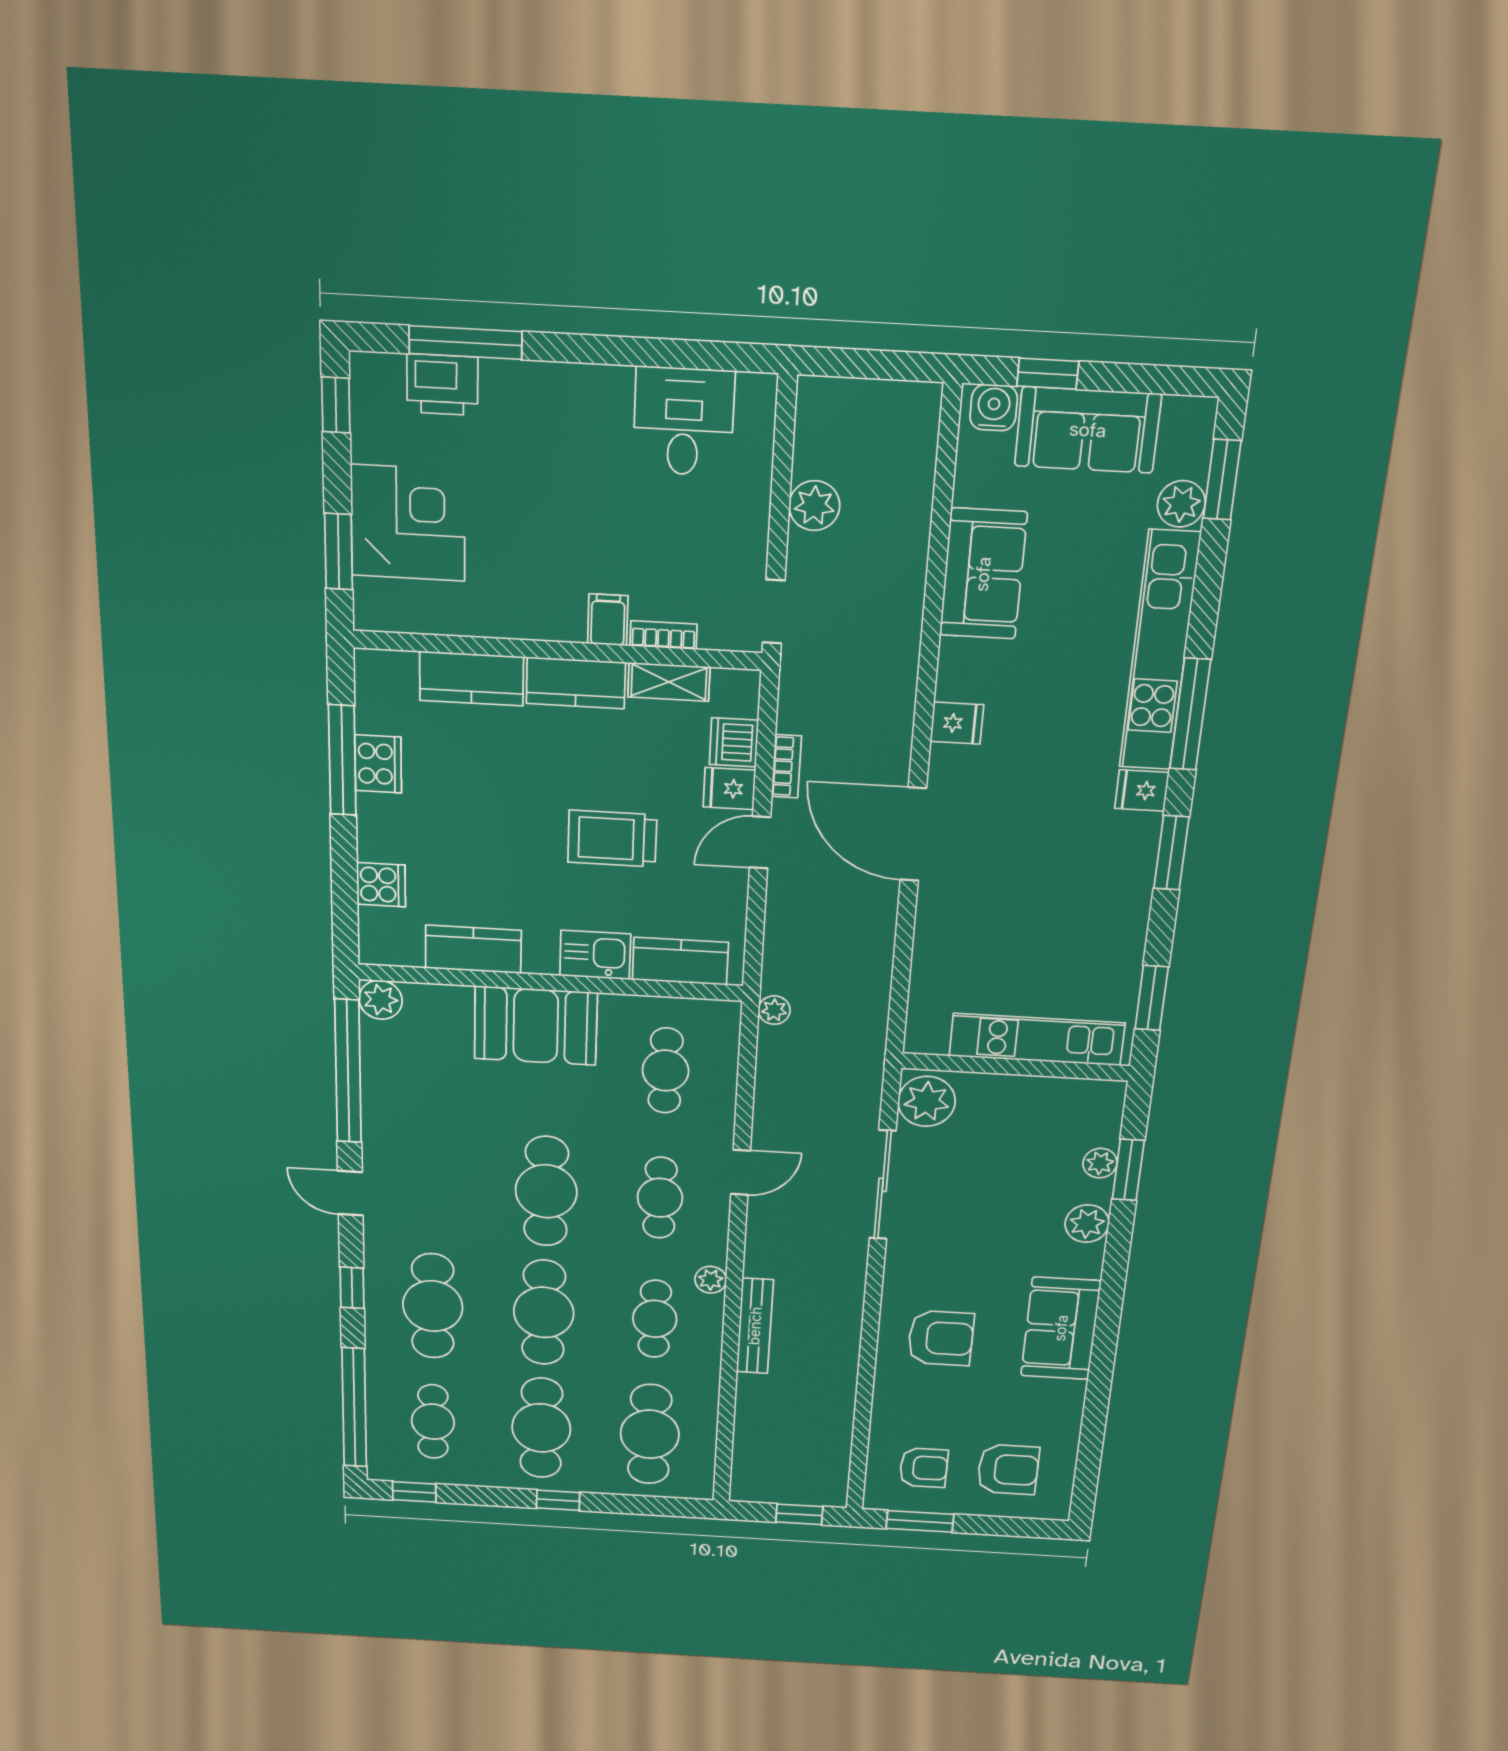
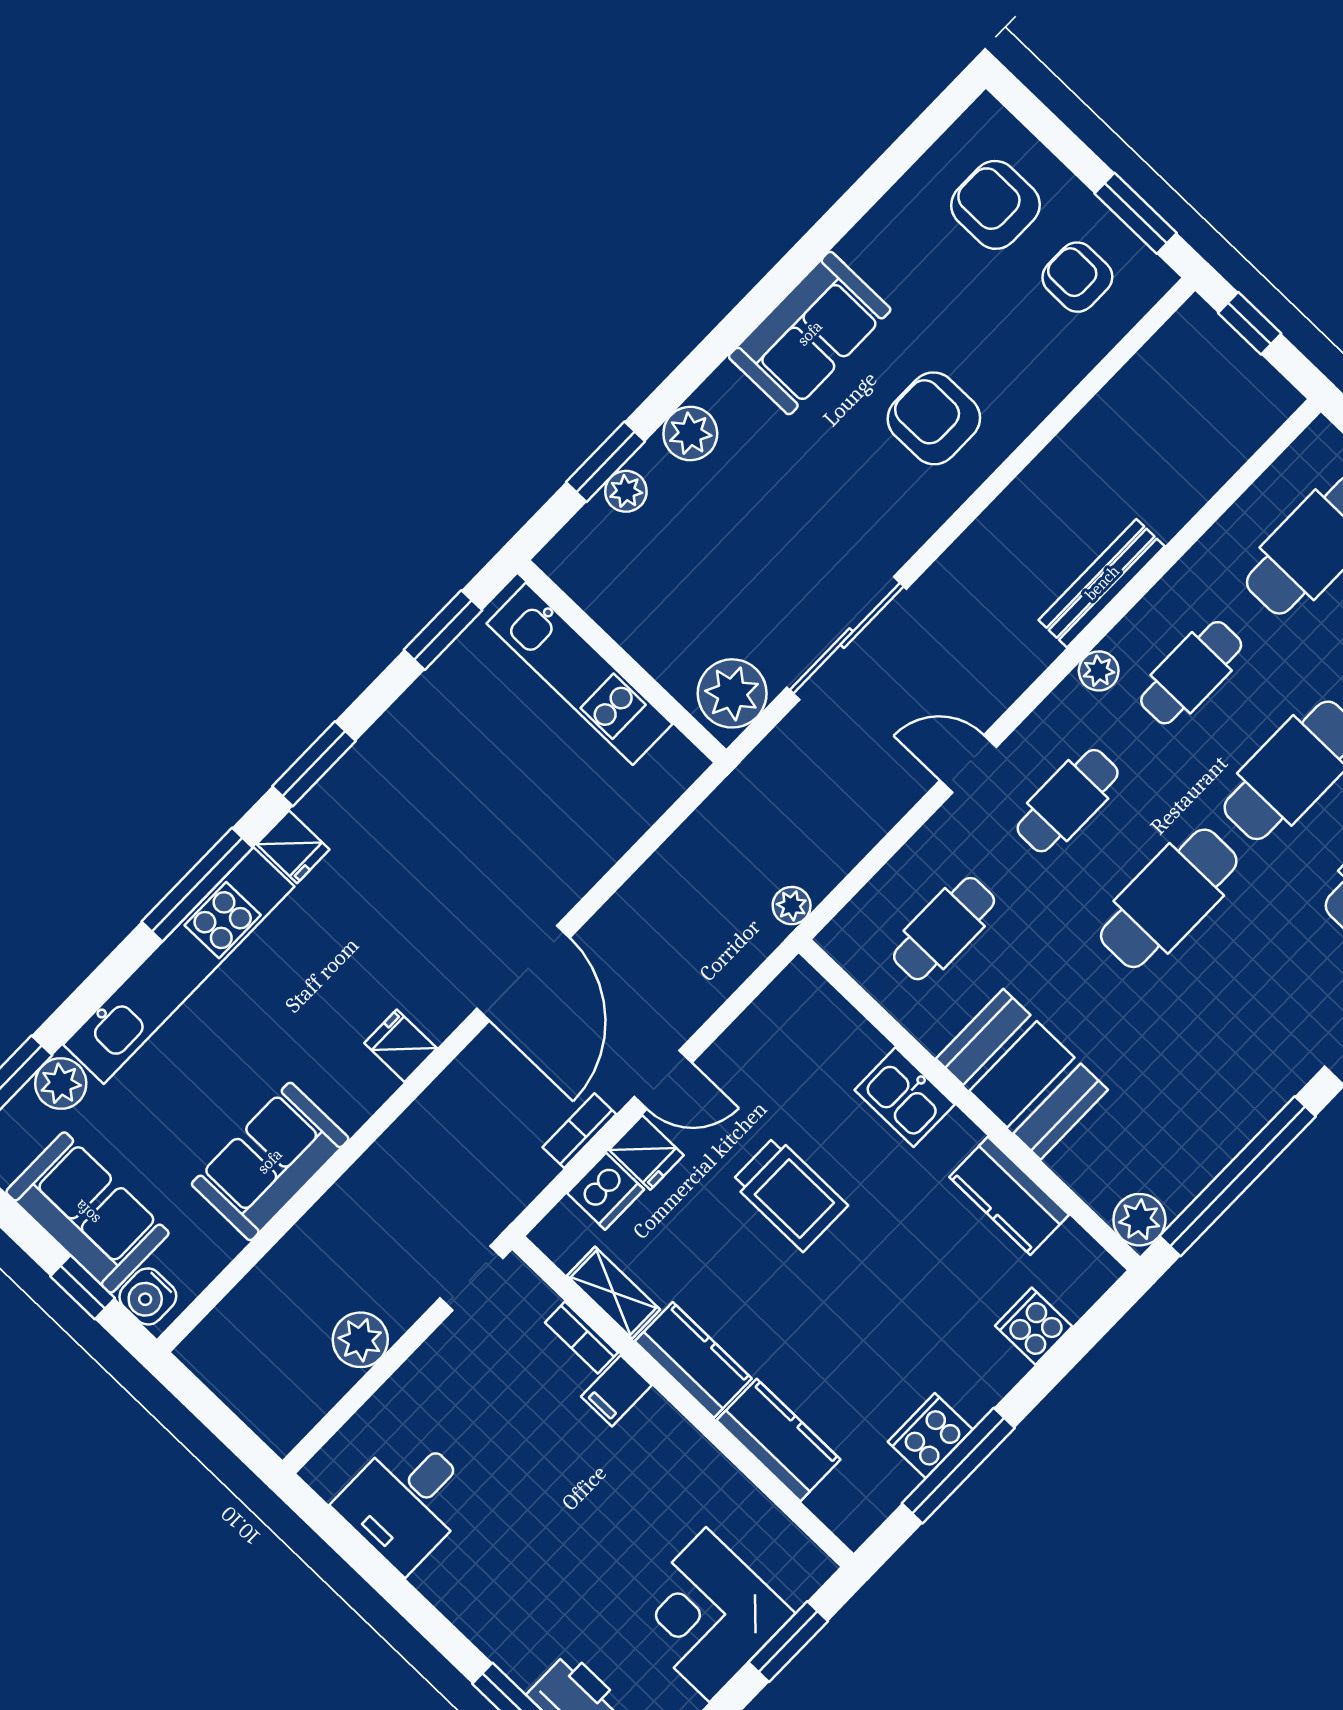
kitchen counter: (680, 961) -> (834, 1026), removed

